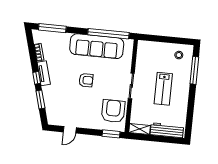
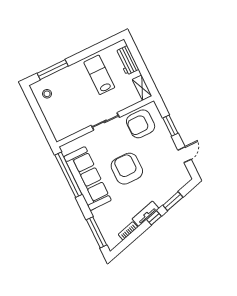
armchair: (86, 80) -> (127, 169), width x1.88, depth x1.88
lab bench: (163, 89) -> (99, 75), moved, turned -90
door: (70, 130) -> (185, 155), hinge flipped
workbench: (167, 130) -> (127, 60), width x0.73
window: (111, 134) -> (170, 126), moved

